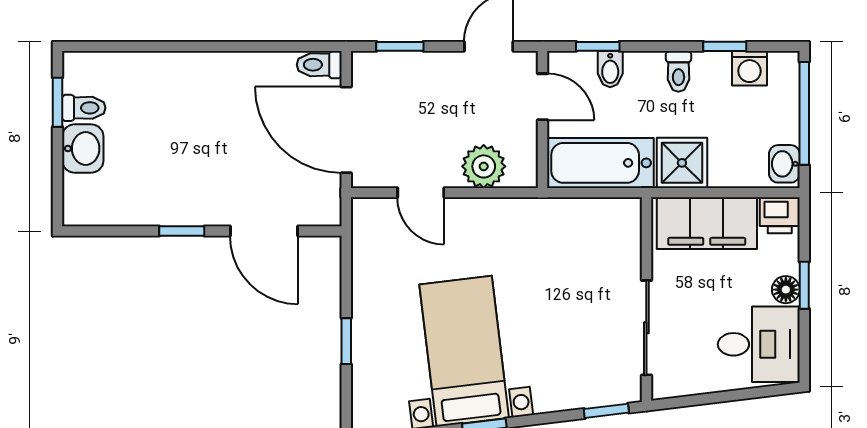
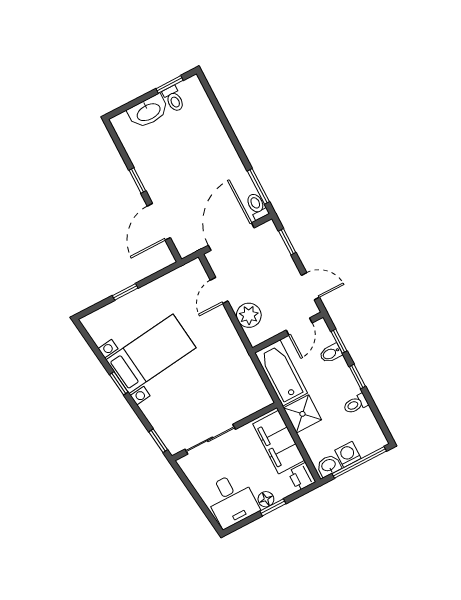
window: (290, 46) -> (258, 186), added
window: (725, 46) -> (357, 376), moved
washing machine: (750, 68) -> (348, 454), moved, turned 90
toilet: (678, 71) -> (356, 404), moved
washbasin: (83, 149) -> (148, 112), width x1.38

